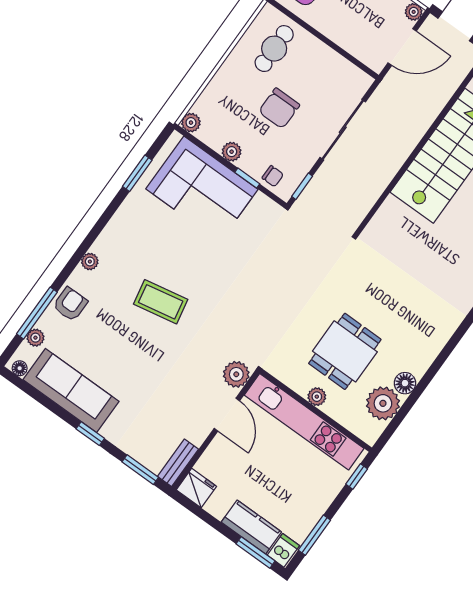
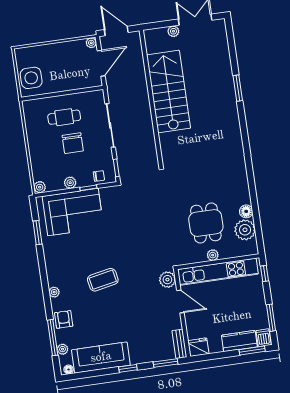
cafe table: (274, 49) -> (64, 117), moved, turned 90

